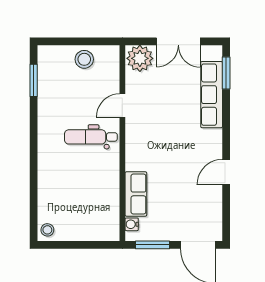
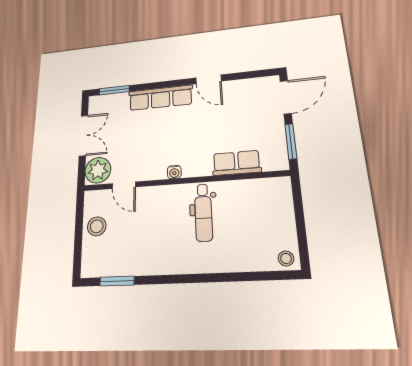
row of seats: (212, 95) -> (160, 98), moved
door: (122, 105) -> (124, 185), moved
dental chair: (91, 137) -> (203, 212), moved
water cooler: (132, 224) -> (174, 172), moved

